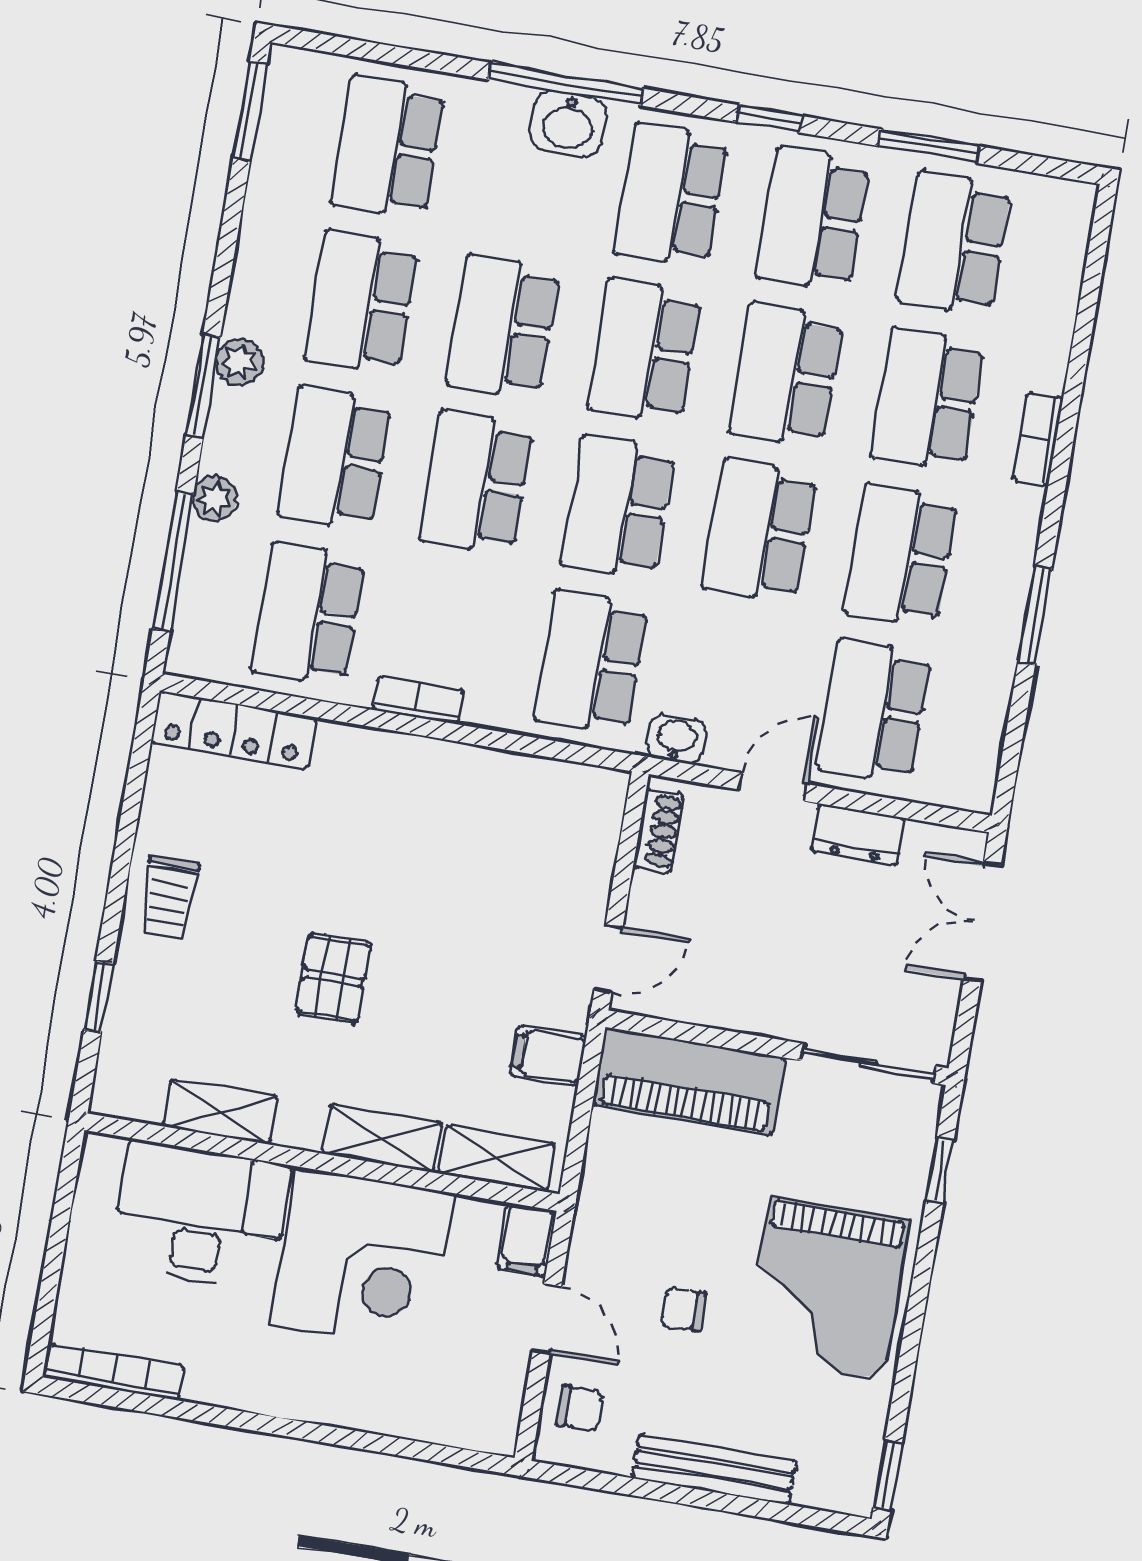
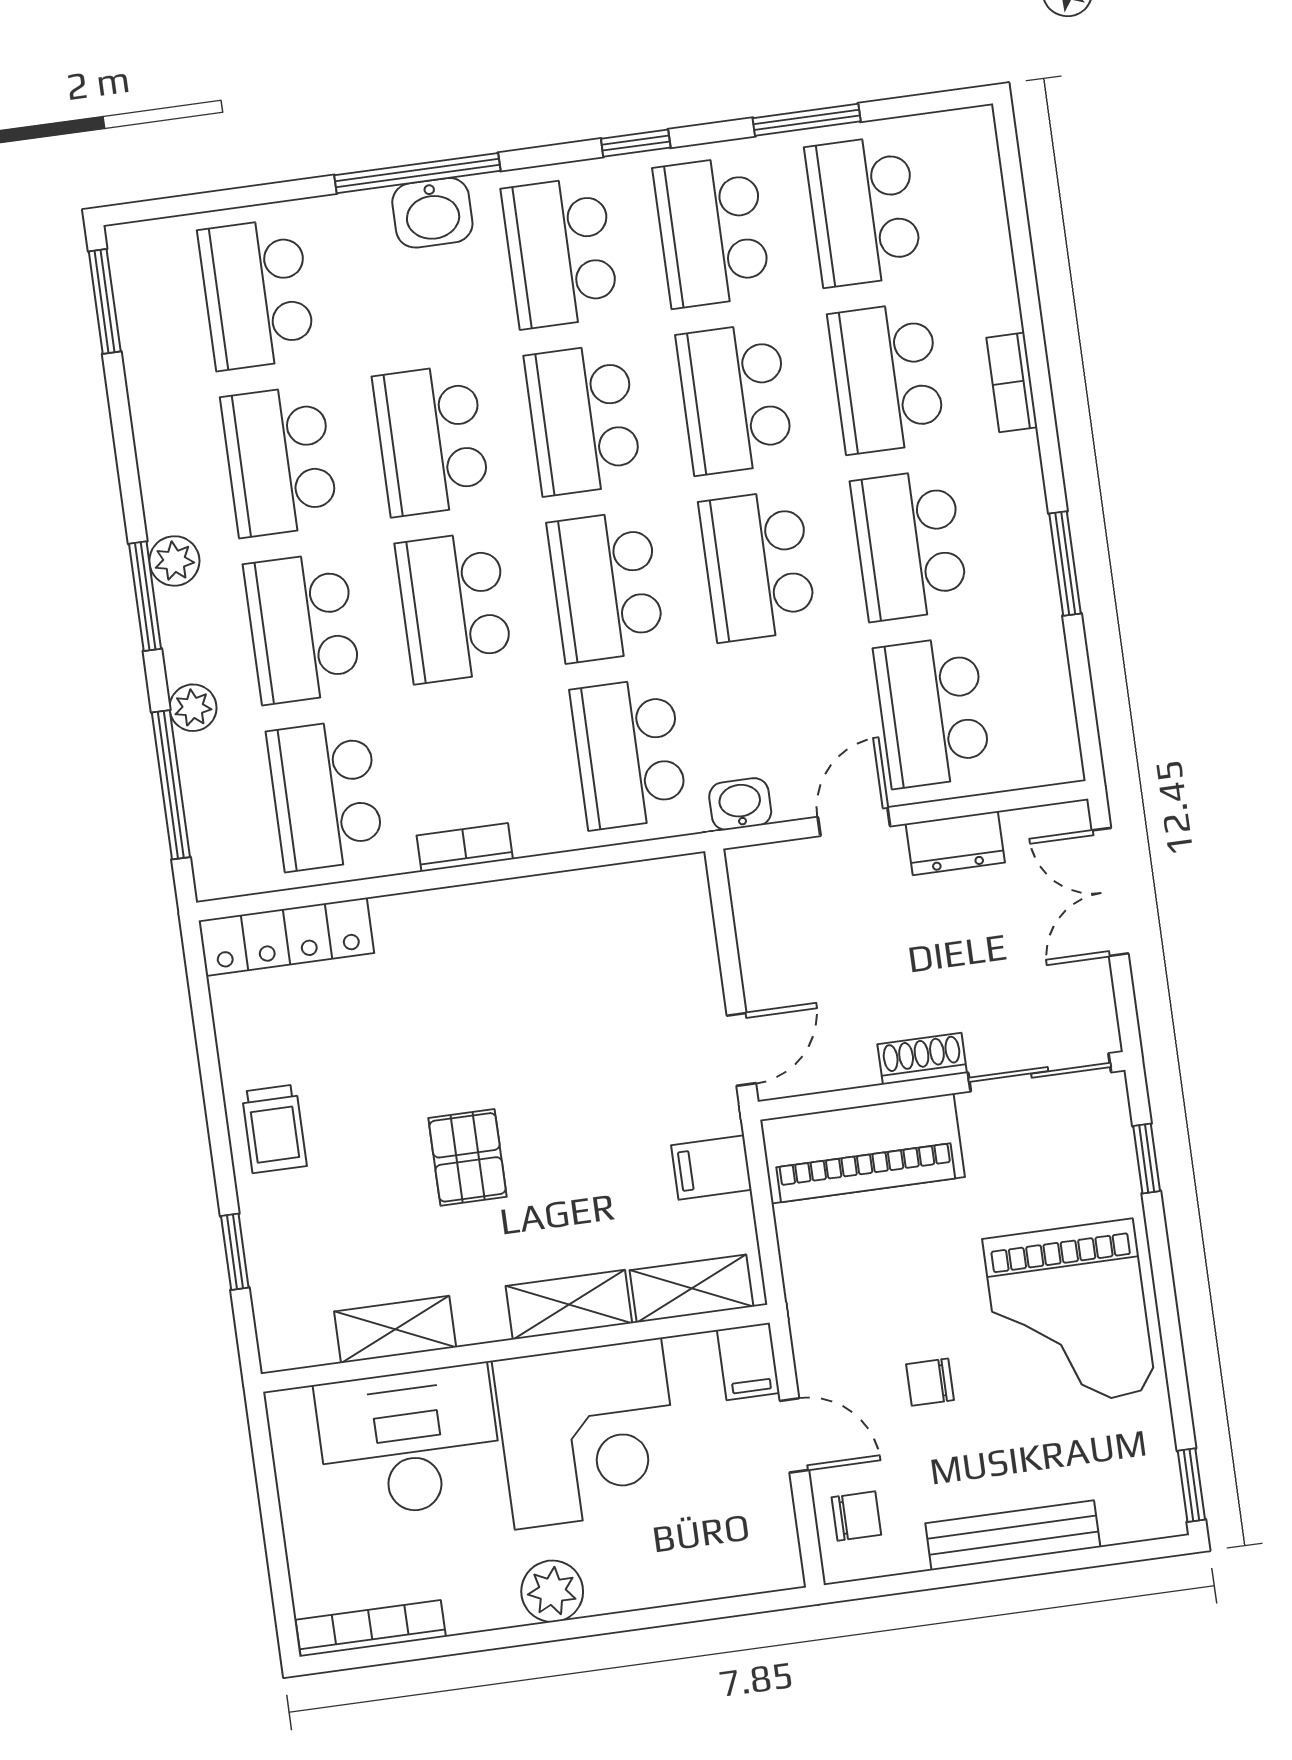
shoe rack: (658, 831) -> (922, 1059), moved, turned -90
plant: (287, 1390) -> (552, 1591), added

